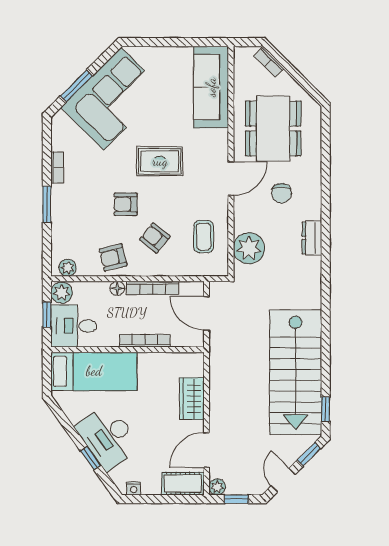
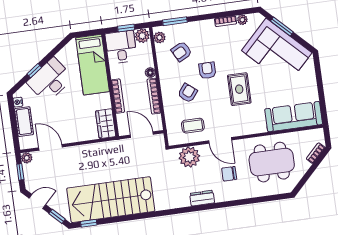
plant: (59, 143) -> (242, 20), added
door: (231, 179) -> (220, 140), moved
window: (47, 204) -> (175, 21), moved
armchair: (113, 257) -> (181, 52), moved, turned -104
door: (207, 313) -> (142, 135), hinge flipped
wardrobe: (192, 399) -> (106, 124), moved, turned -90
cot: (183, 484) -> (24, 122), moved

